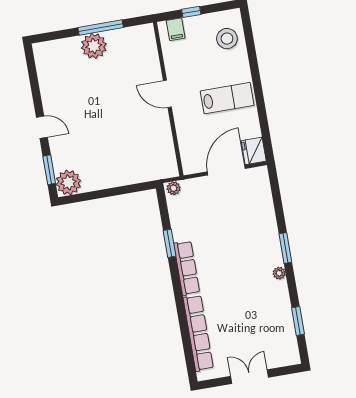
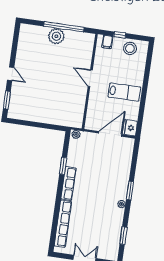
window: (101, 28) -> (64, 27), width x1.46
stool: (227, 39) -> (130, 48), moved
plant: (68, 182) -> (16, 111), removed

